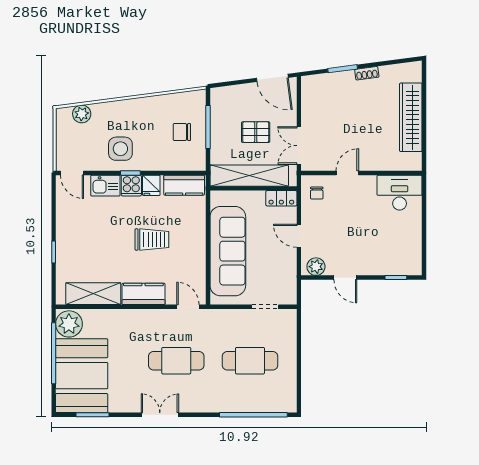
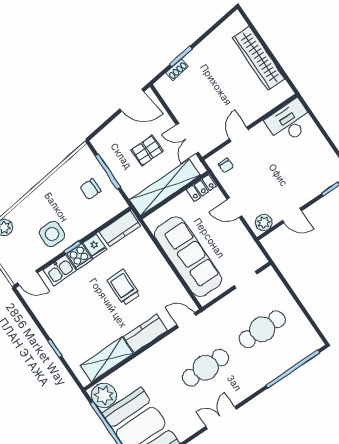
shoe rack: (367, 73) -> (177, 70), moved
trolley: (152, 240) -> (124, 287), turned -90

